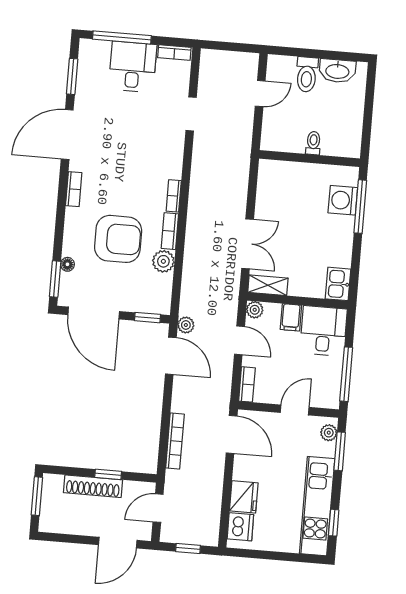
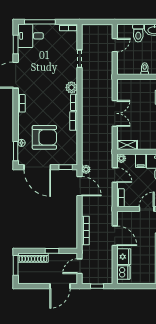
desk: (133, 67) -> (31, 36), moved, turned -90
armchair: (118, 239) -> (44, 137), moved
double door: (248, 244) -> (115, 113), moved
plant: (163, 261) -> (71, 87), moved
door: (232, 435) -> (115, 236), moved
shoe rack: (93, 486) -> (33, 258), moved

